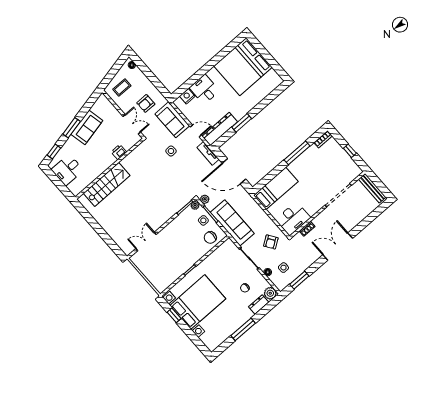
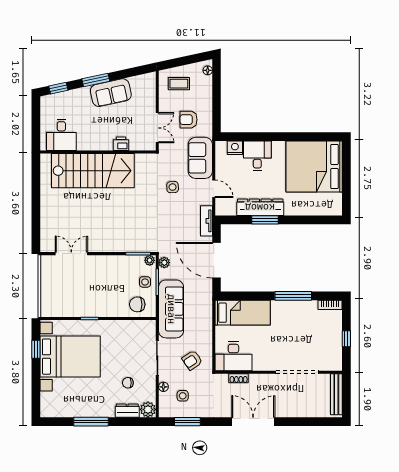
dresser: (220, 129) -> (260, 207), moved
desk: (67, 170) -> (61, 135), moved, turned -90
stairs: (107, 184) -> (93, 171), width x1.36, depth x1.51

